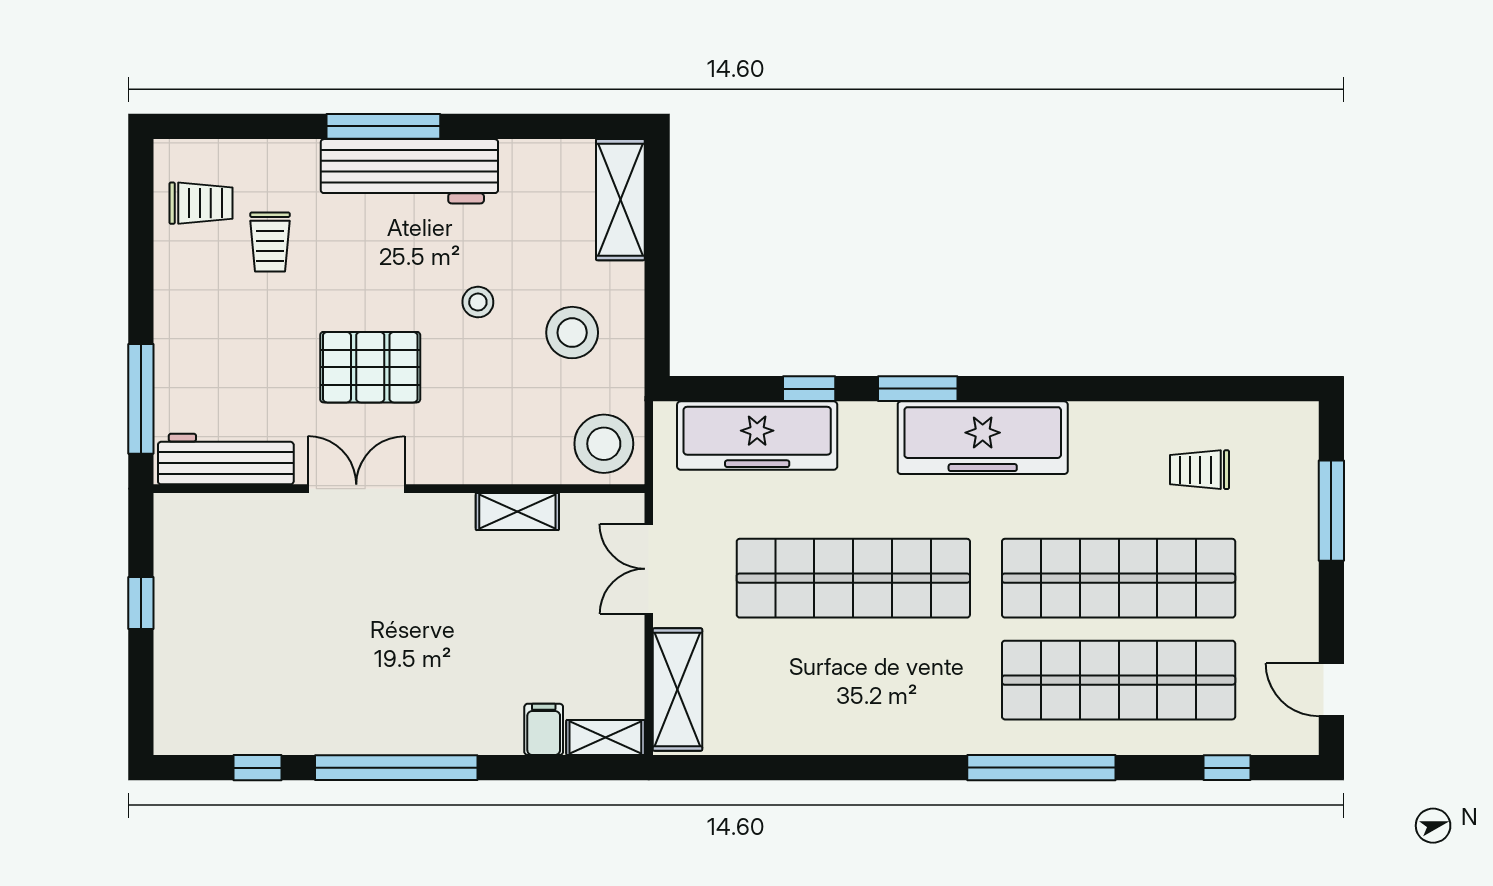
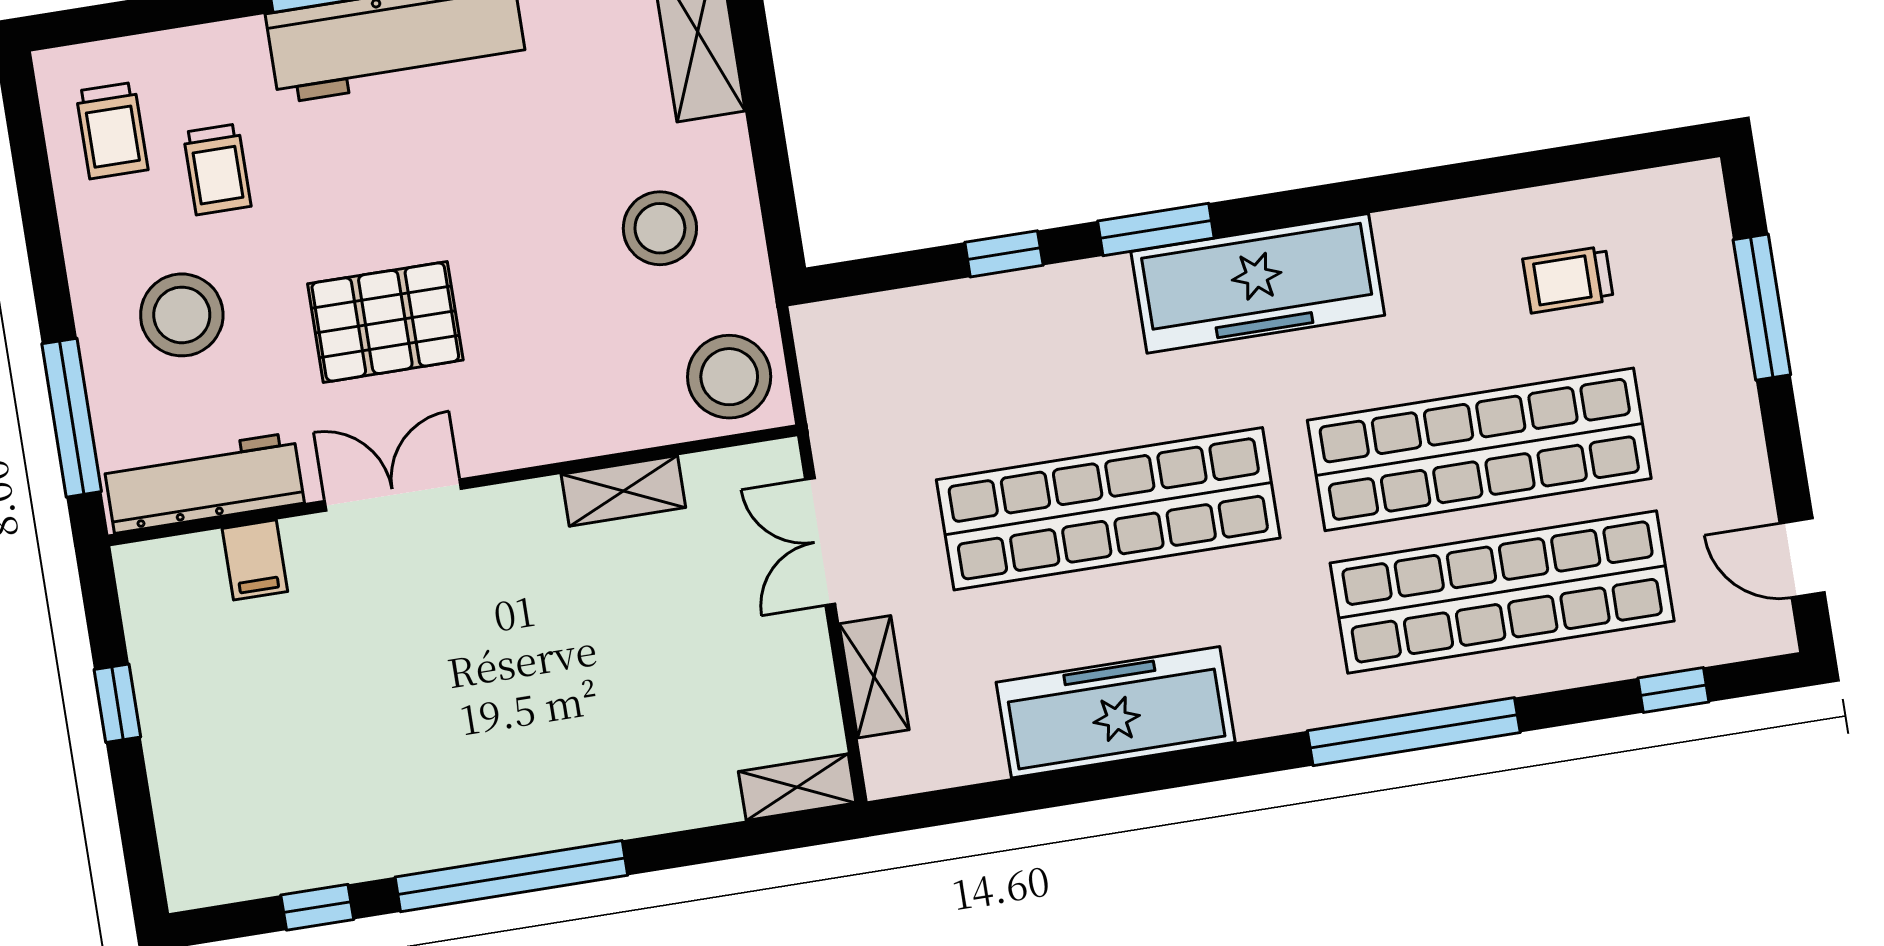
trolley: (201, 203) -> (112, 130), turned 90
stool: (478, 302) -> (182, 315), moved, width x1.89, depth x1.89
freezer: (757, 436) -> (1116, 712), moved, turned 180
shelving: (678, 690) -> (874, 677), width x0.67, depth x0.75
filing cabinet: (544, 729) -> (255, 560), moved, turned 180

